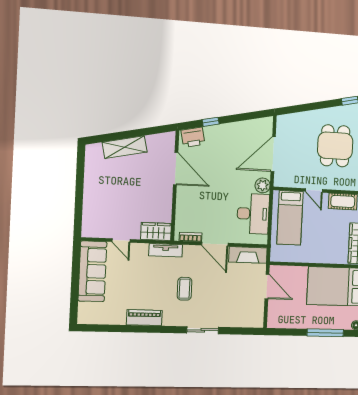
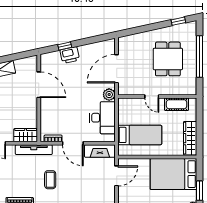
printer: (193, 137) -> (70, 55), moved
bed: (290, 218) -> (140, 135), moved, turned -90
tv unit: (166, 250) -> (34, 150), width x1.41
door: (267, 286) -> (117, 176), hinge flipped

